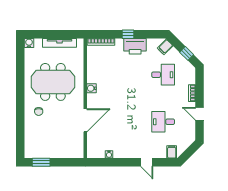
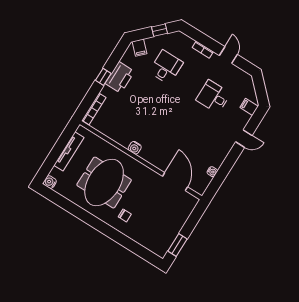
door: (199, 114) -> (228, 55), swing flipped
door: (85, 120) -> (175, 182), moved
desk: (163, 122) -> (213, 97), turned 90

